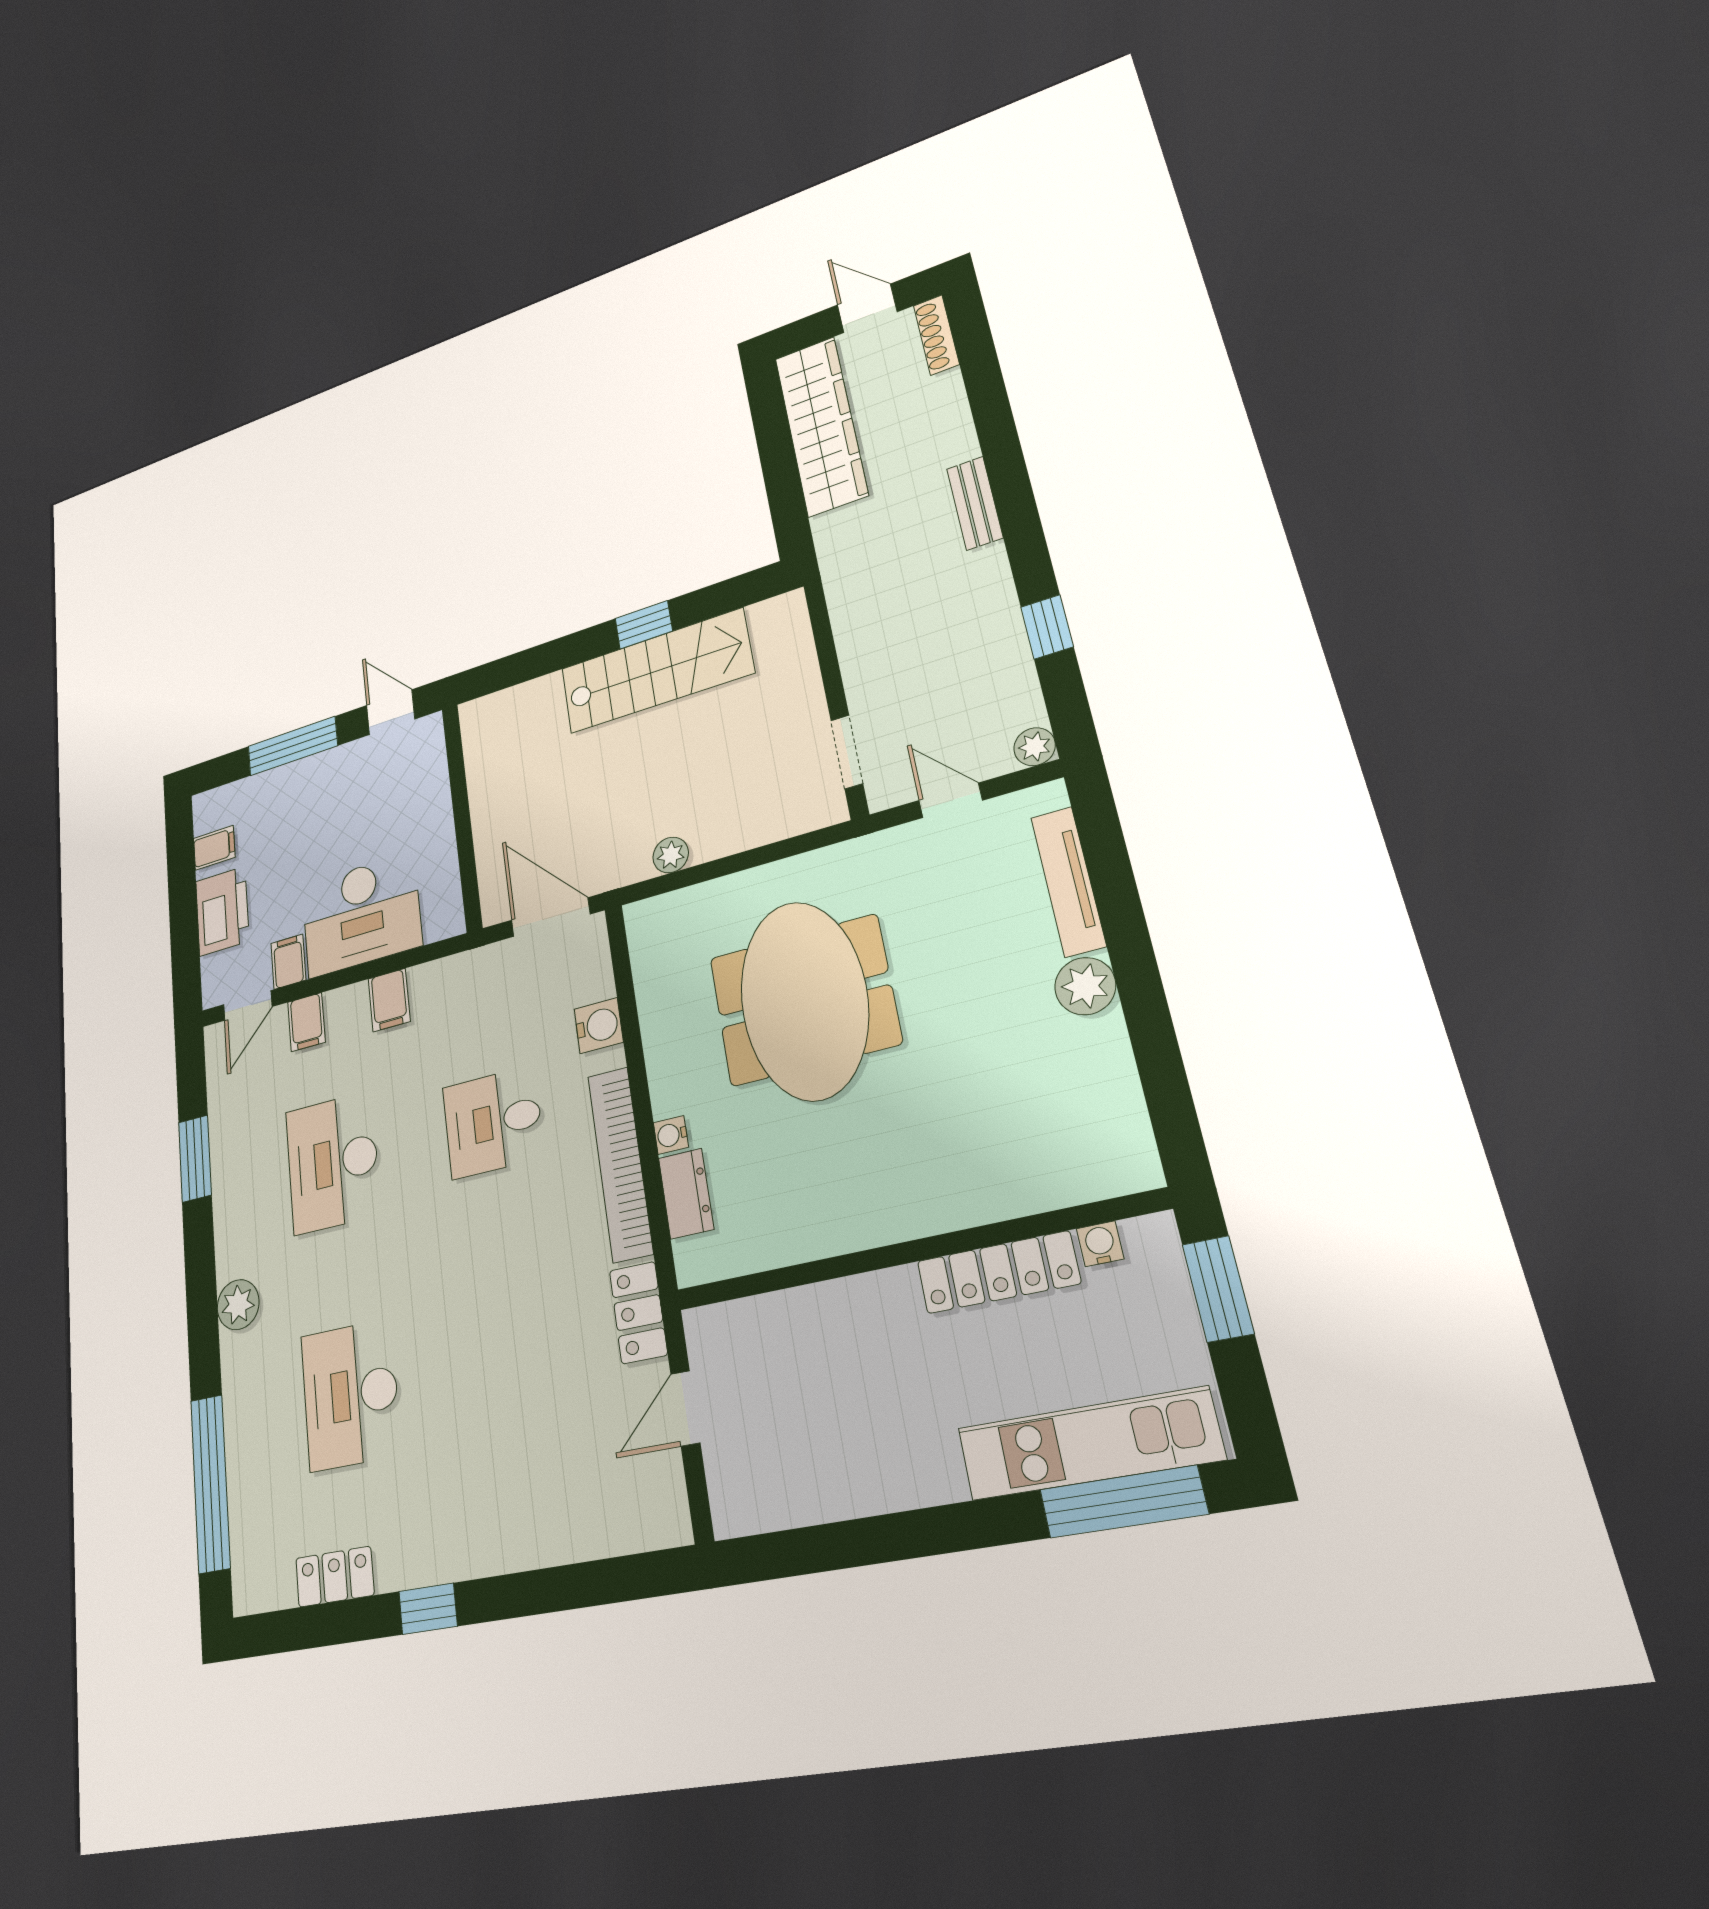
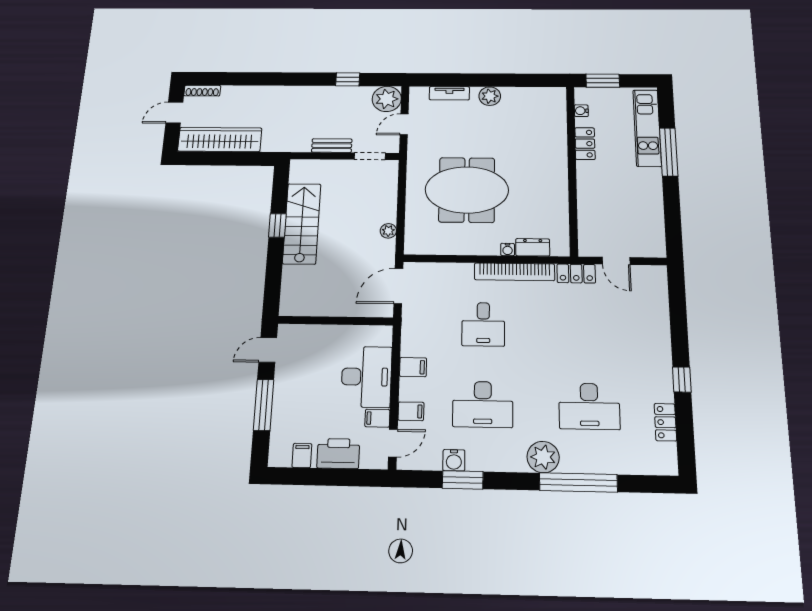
bench: (975, 503) -> (332, 146), moved
plant: (1035, 747) -> (387, 99), width x1.87, depth x1.87
tv unit: (1068, 881) -> (449, 93), width x0.71
door: (248, 1006) -> (393, 443), hinge flipped
water cooler: (599, 1026) -> (454, 460), moved, turned 180
locker: (998, 1272) -> (585, 144), width x0.66
plant: (238, 1305) -> (543, 457), width x1.36, depth x1.36
window: (210, 1483) -> (578, 482), moved
window: (1123, 1502) -> (669, 152), moved

